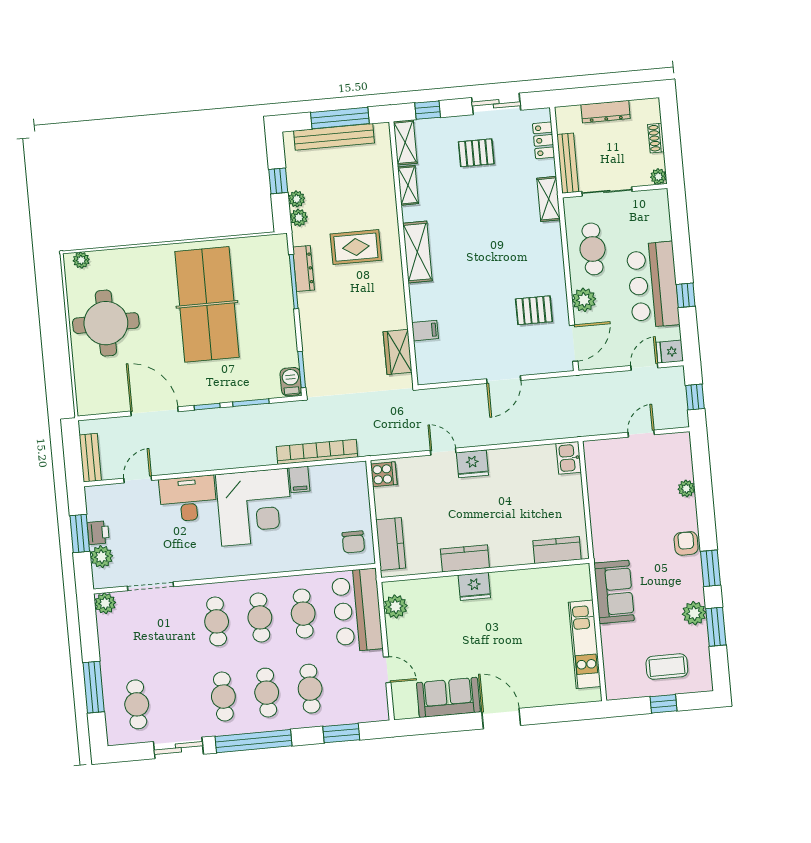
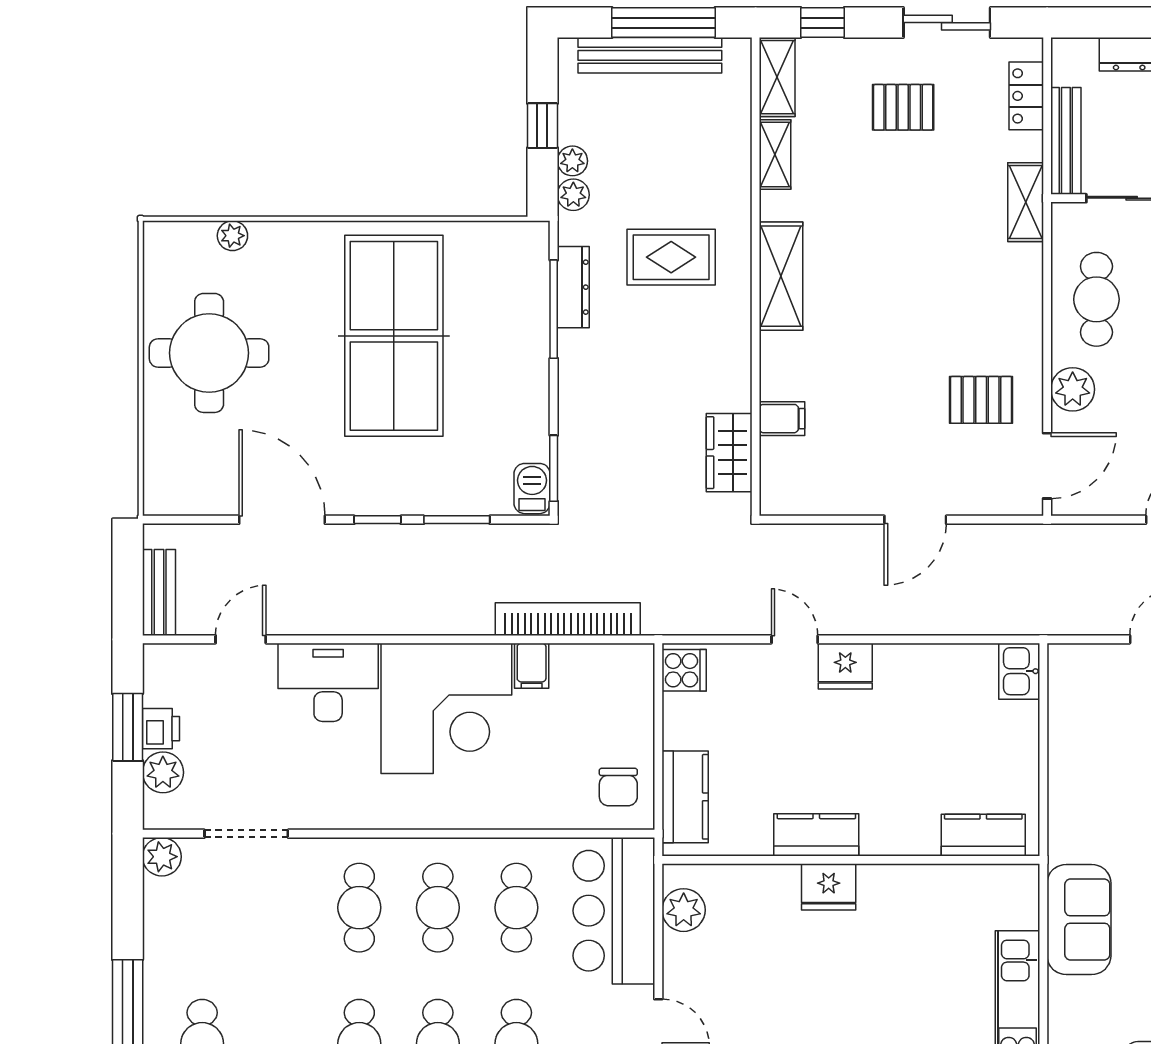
plant: (81, 260) -> (232, 236), moved

